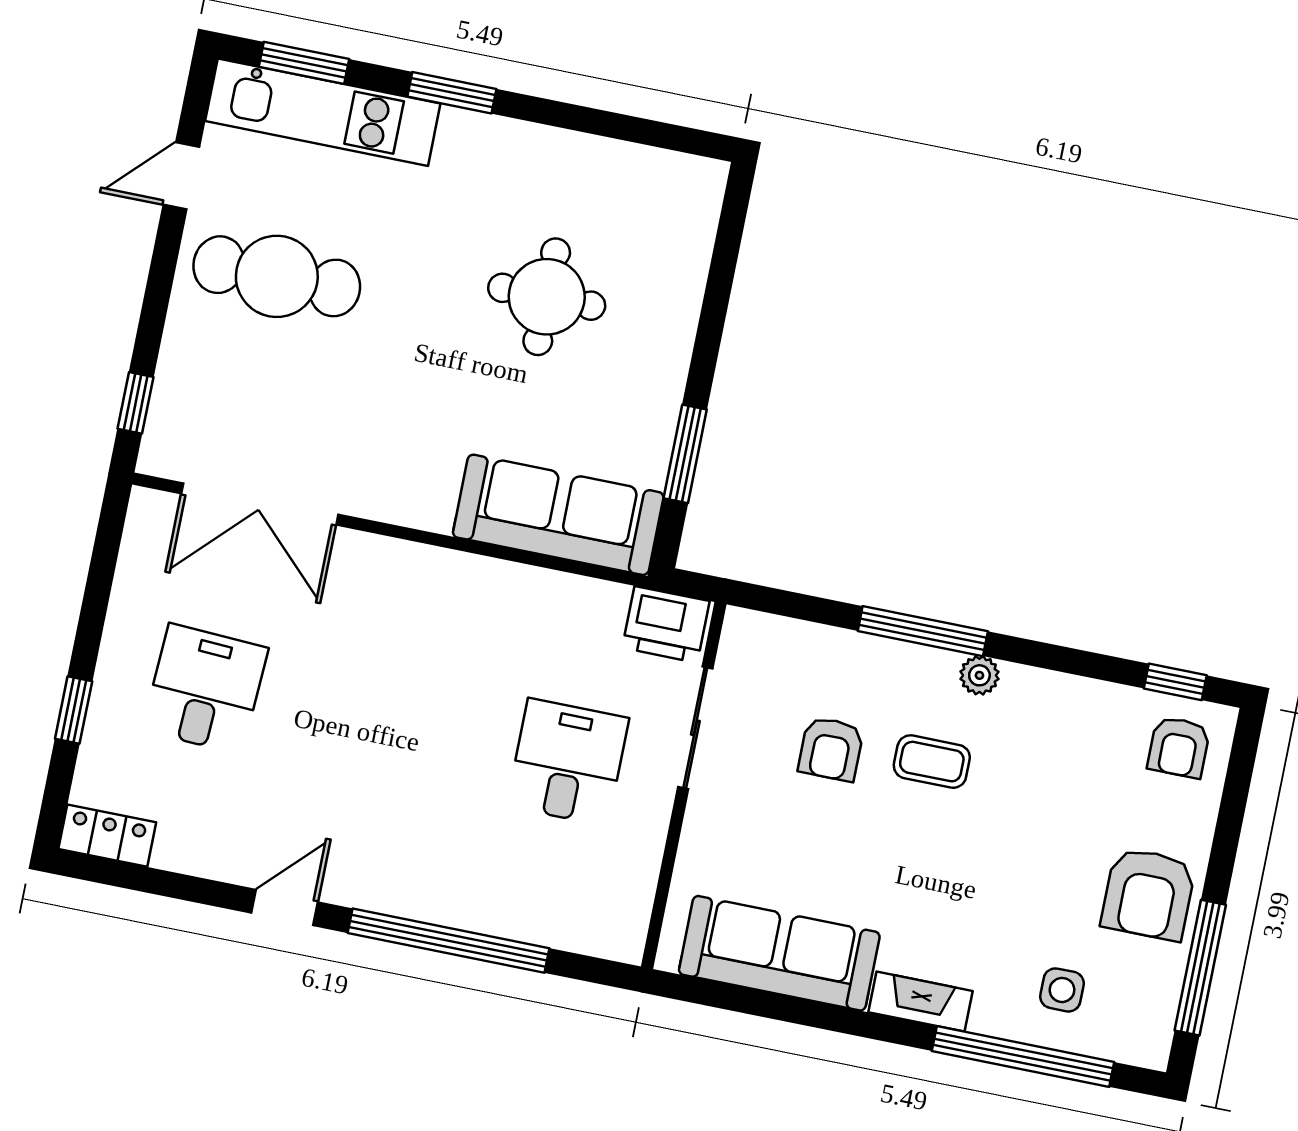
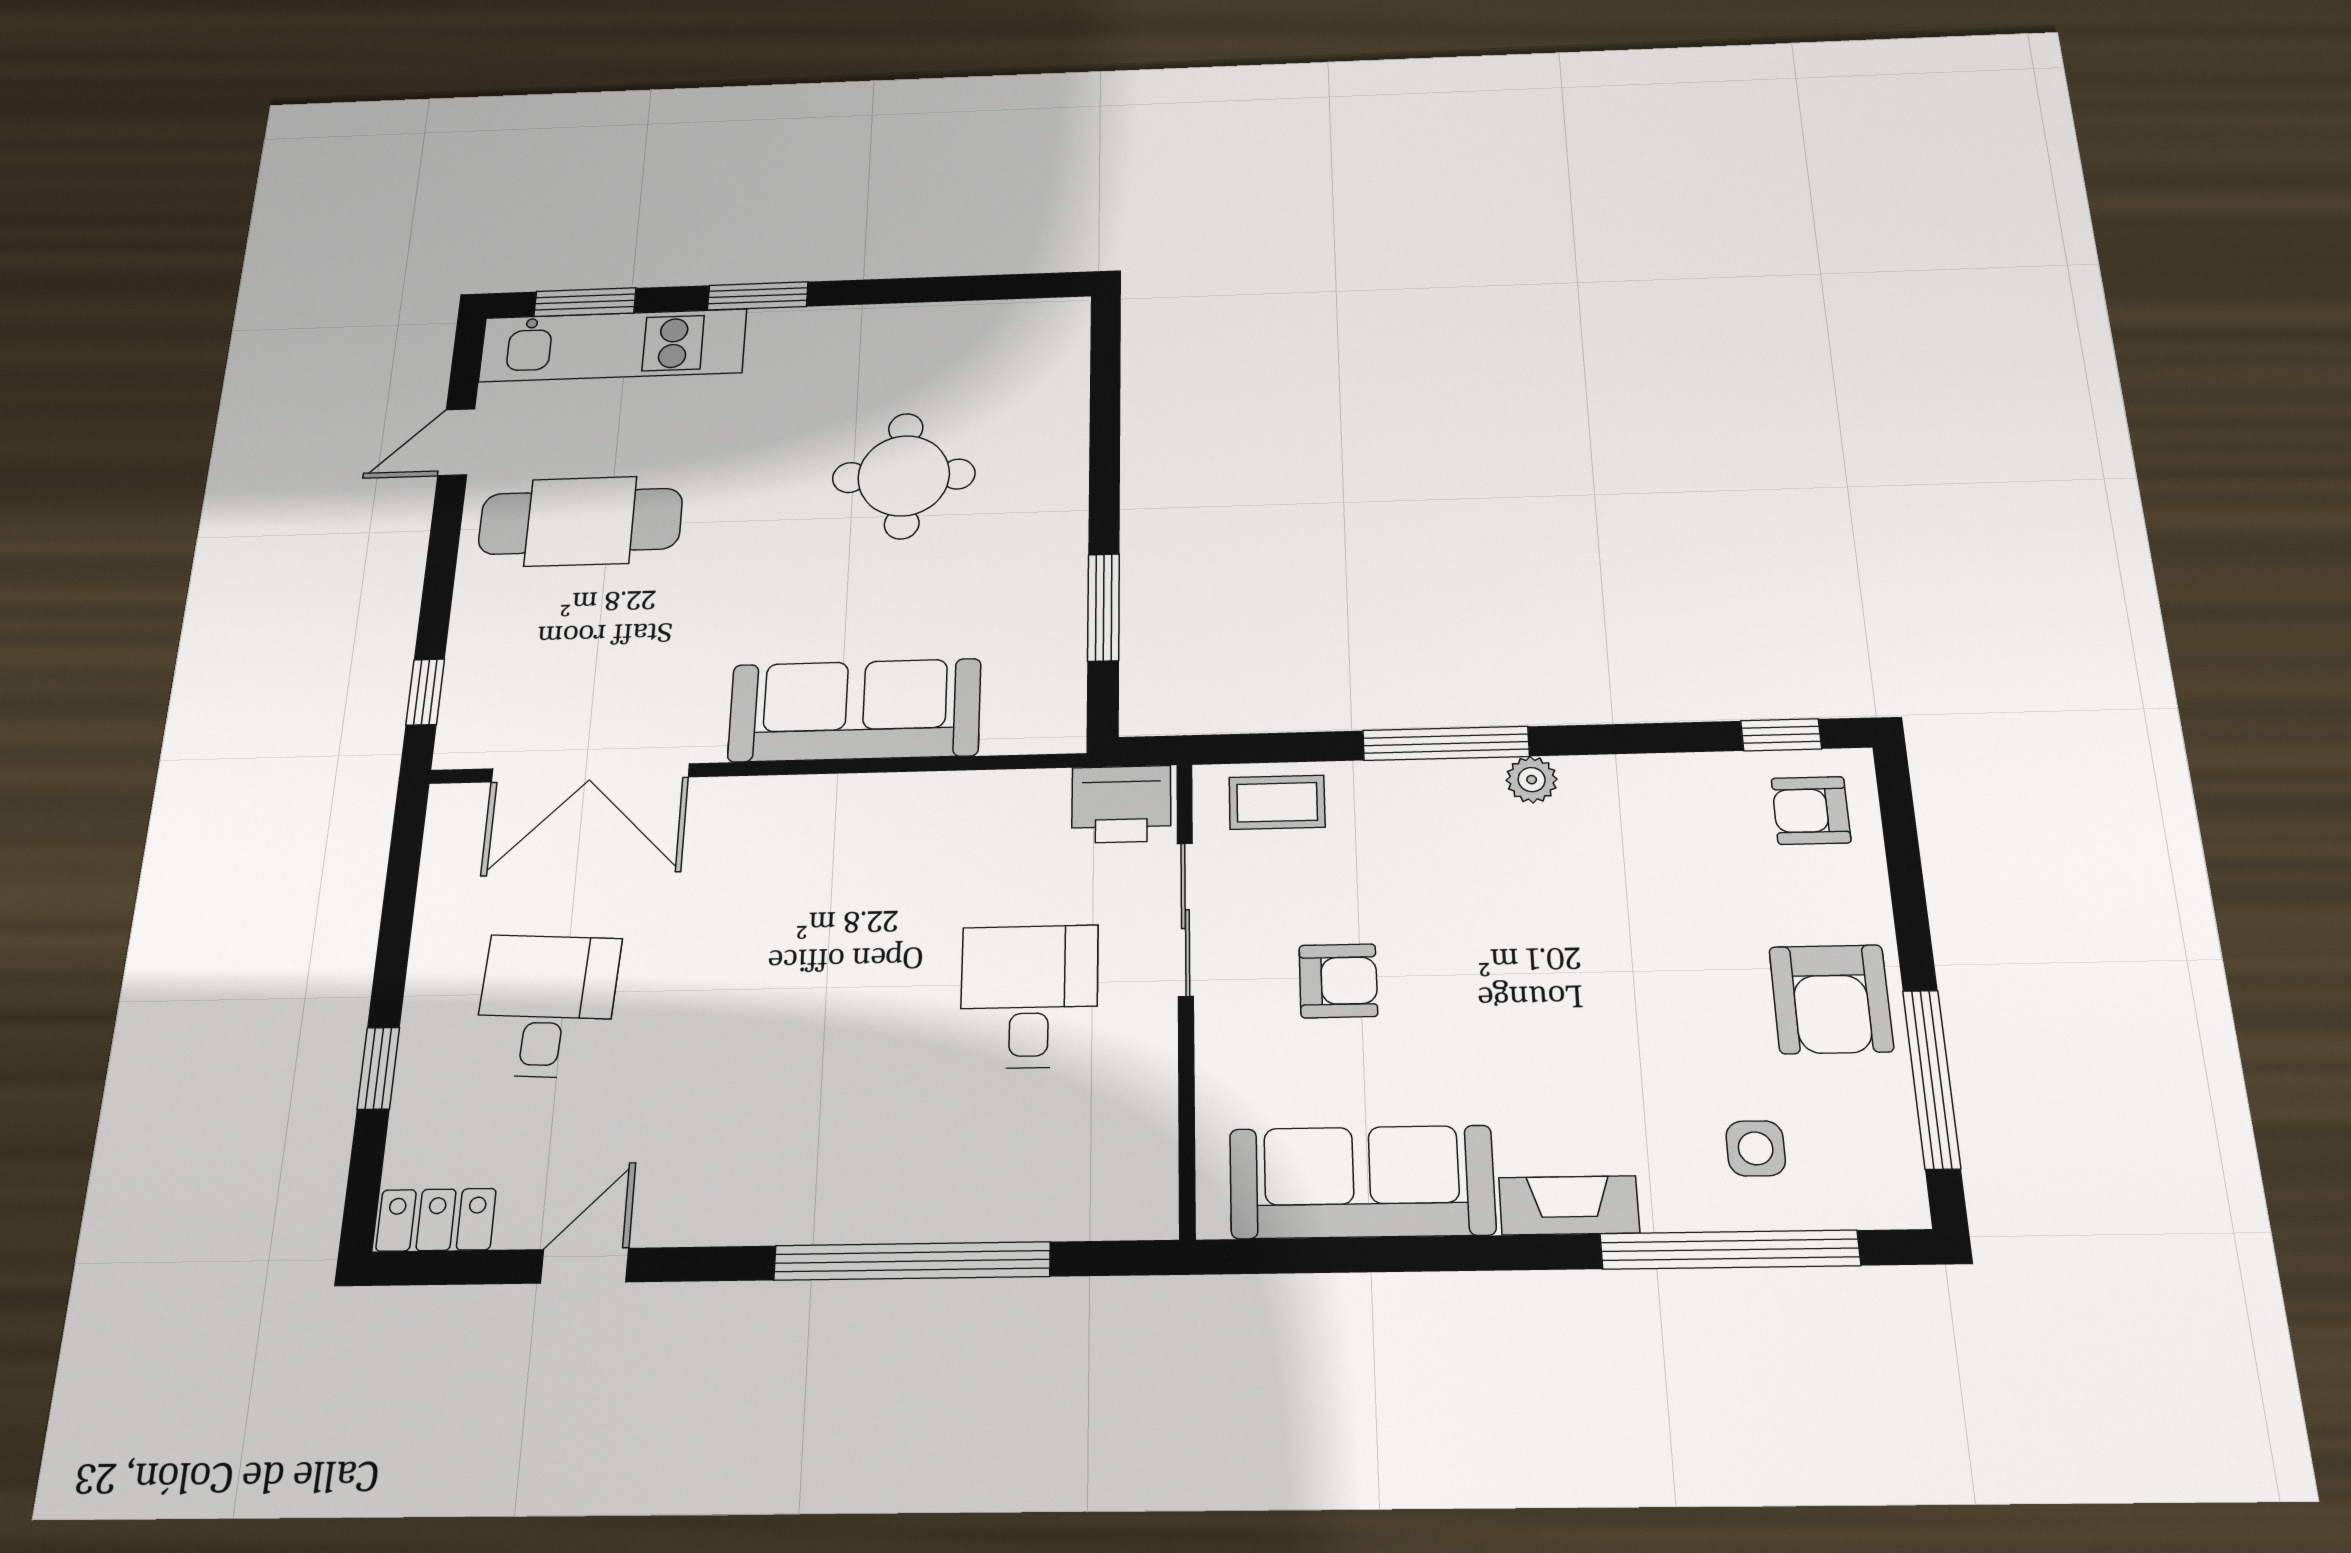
sofa: (558, 515) -> (855, 710), moved
armchair: (1179, 747) -> (1811, 810), turned 90
armchair: (831, 749) -> (1338, 981), moved, turned -90
coffee table: (932, 762) -> (1277, 802), moved
door: (285, 908) -> (585, 1266), moved

